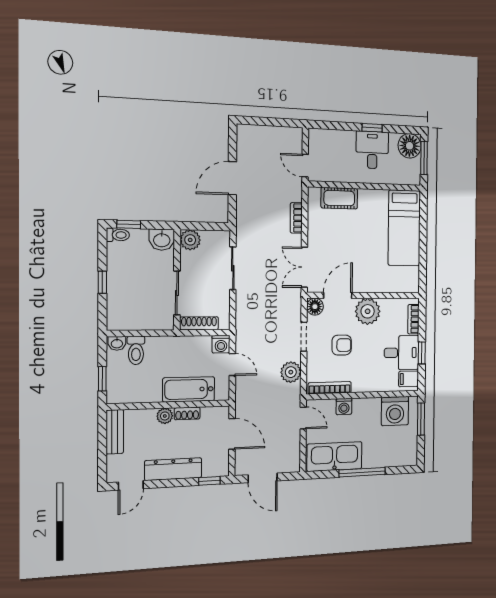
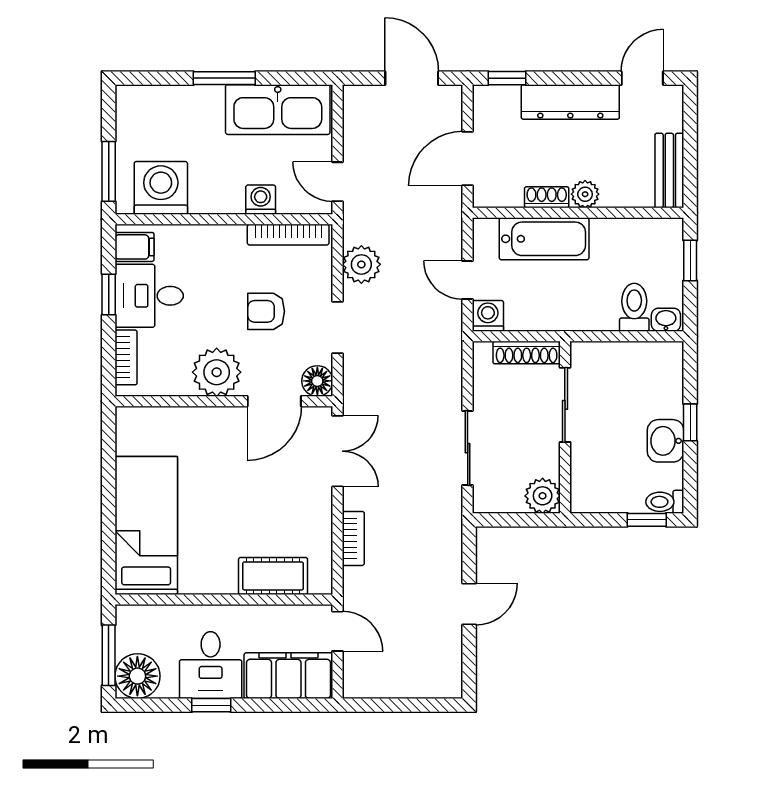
filing cabinet: (332, 142) -> (288, 676), added
door: (232, 178) -> (469, 604), width x0.73
washbasin: (162, 240) -> (666, 441), moved, turned -90
door: (232, 434) -> (468, 159), hinge flipped
window: (362, 472) -> (224, 78), width x0.69

